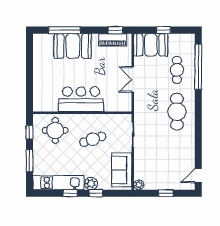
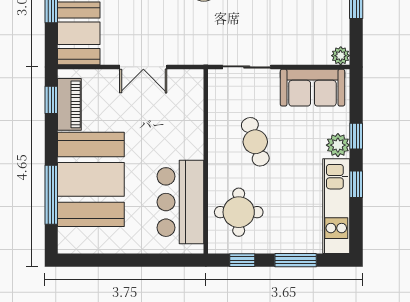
booth: (73, 46) -> (91, 179), width x1.36, depth x1.42
bar counter: (81, 99) -> (180, 202), moved

